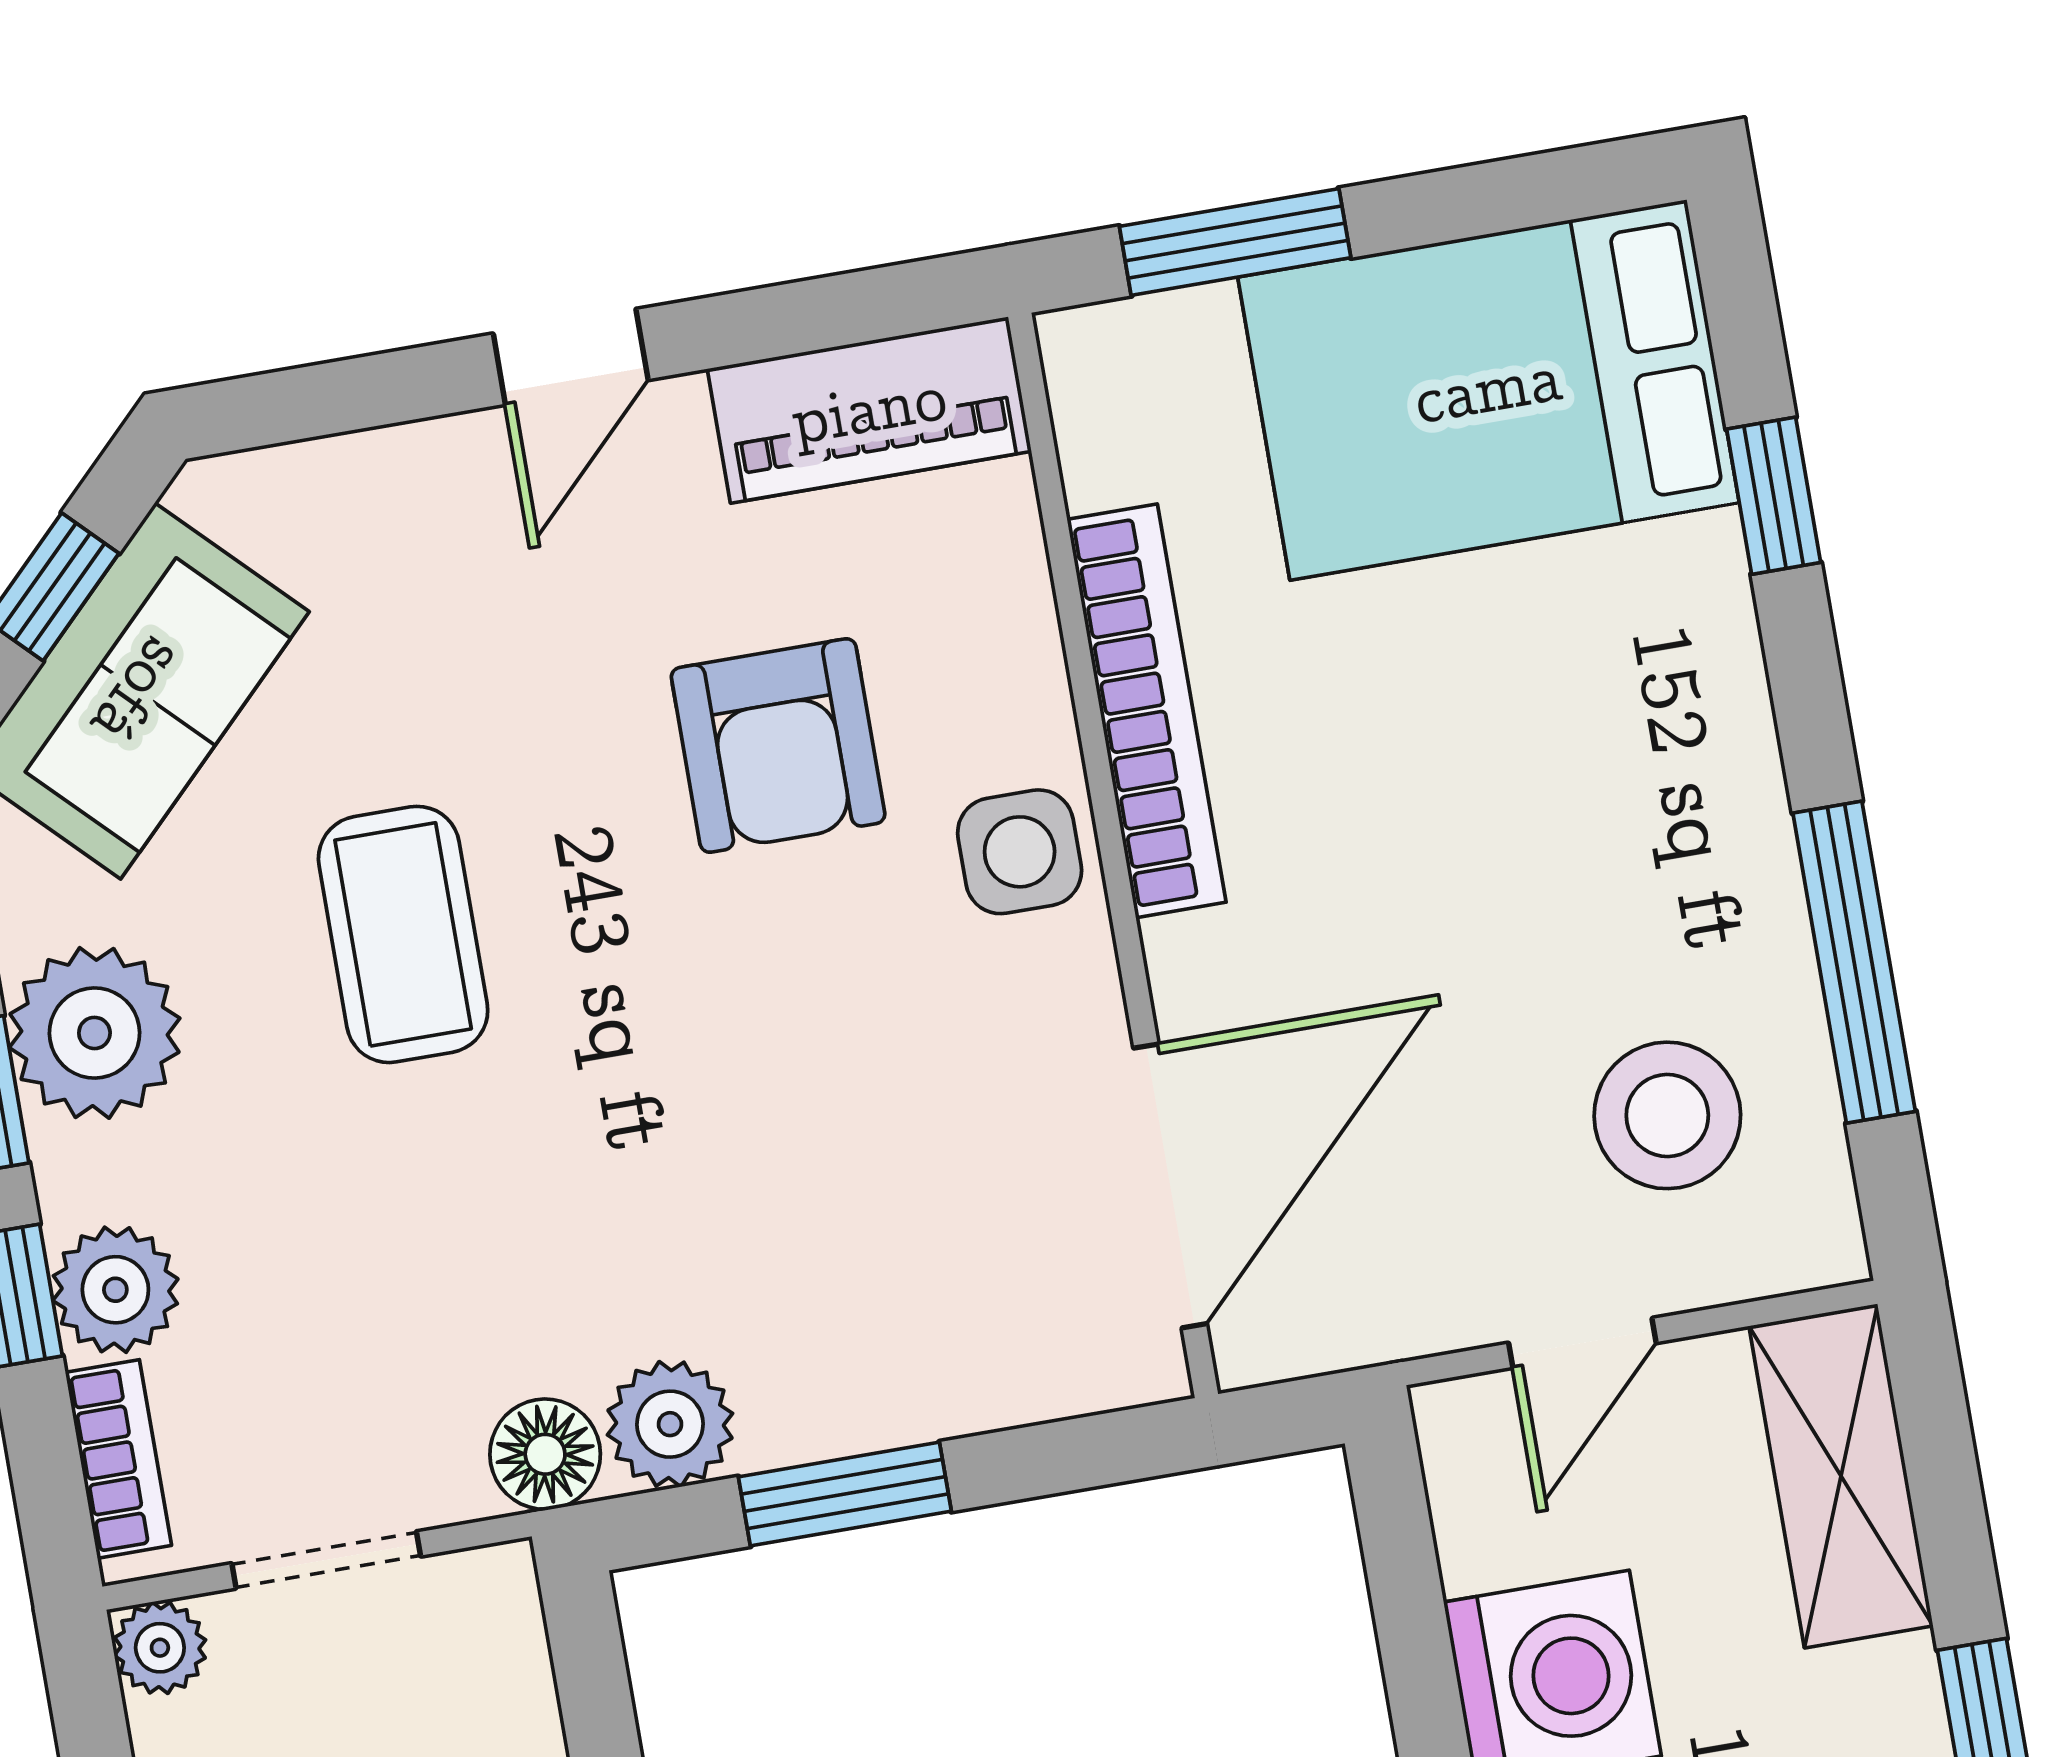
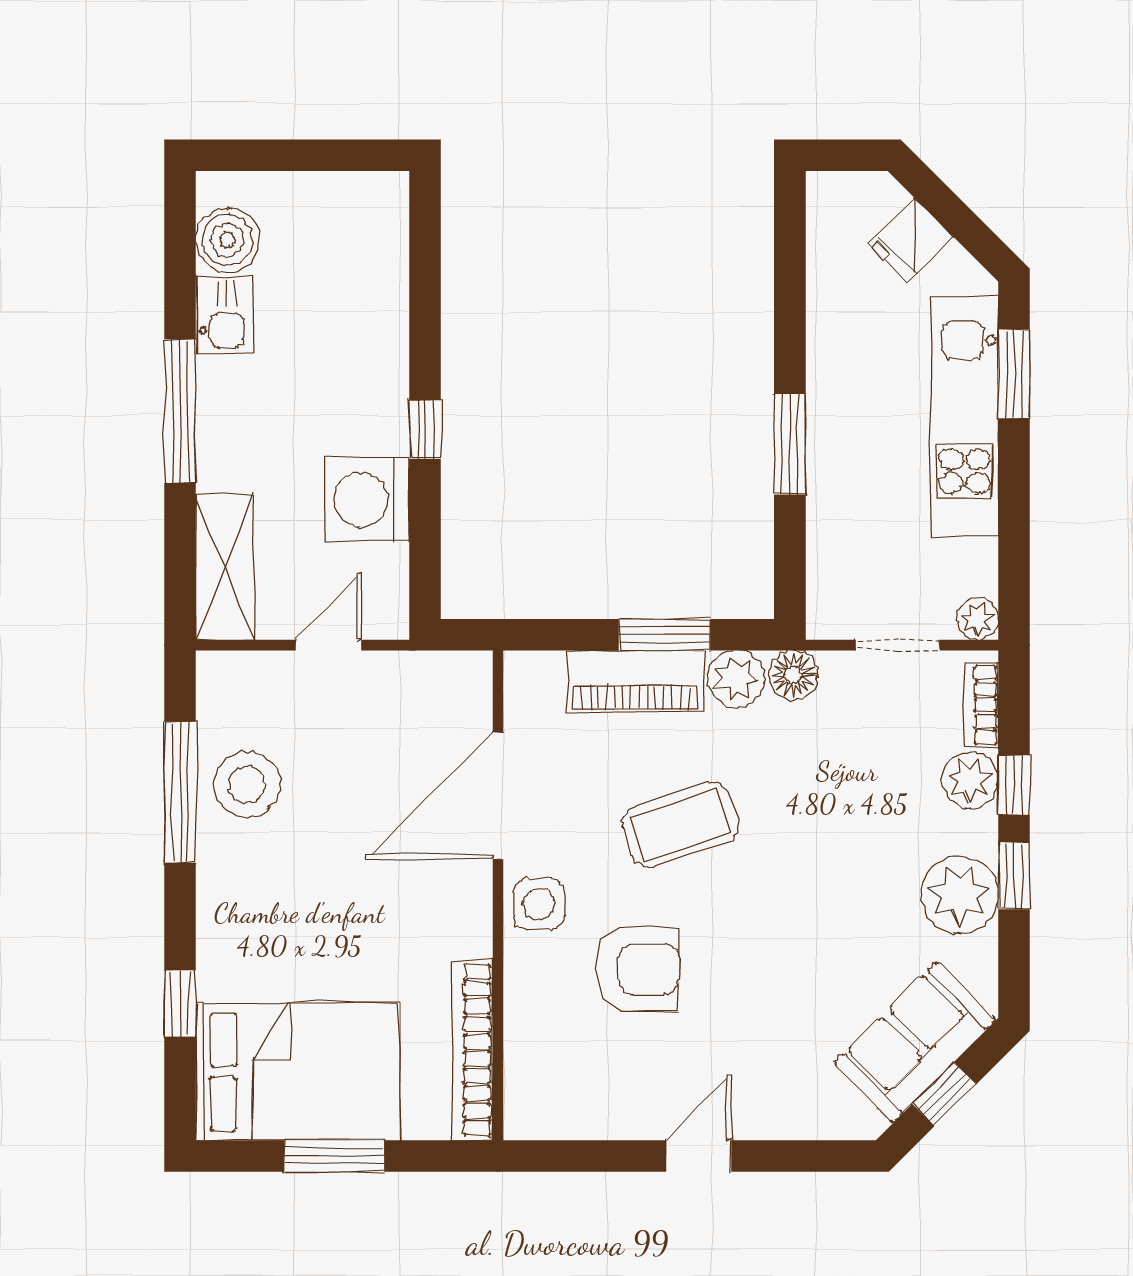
window: (1235, 242) -> (334, 1156), moved
piano: (869, 410) -> (635, 681), moved, turned 180
bookcase: (1147, 711) -> (472, 1050), moved
armchair: (778, 746) -> (637, 969), turned 90
coffee table: (403, 934) -> (681, 825), moved, turned 72
stool: (1667, 1115) -> (247, 785), moved
door: (1170, 1186) -> (498, 796), moved

